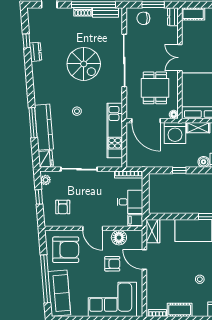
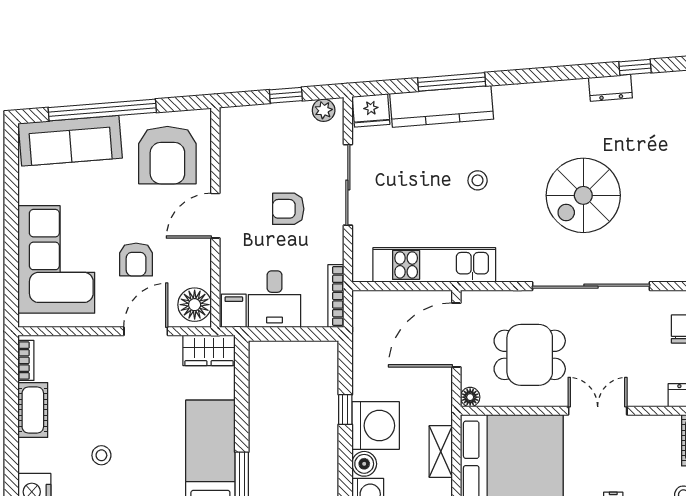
washing machine: (175, 133) -> (376, 426), moved, turned 180
armchair: (63, 207) -> (288, 209), moved
floor lamp: (119, 238) -> (195, 305), moved

